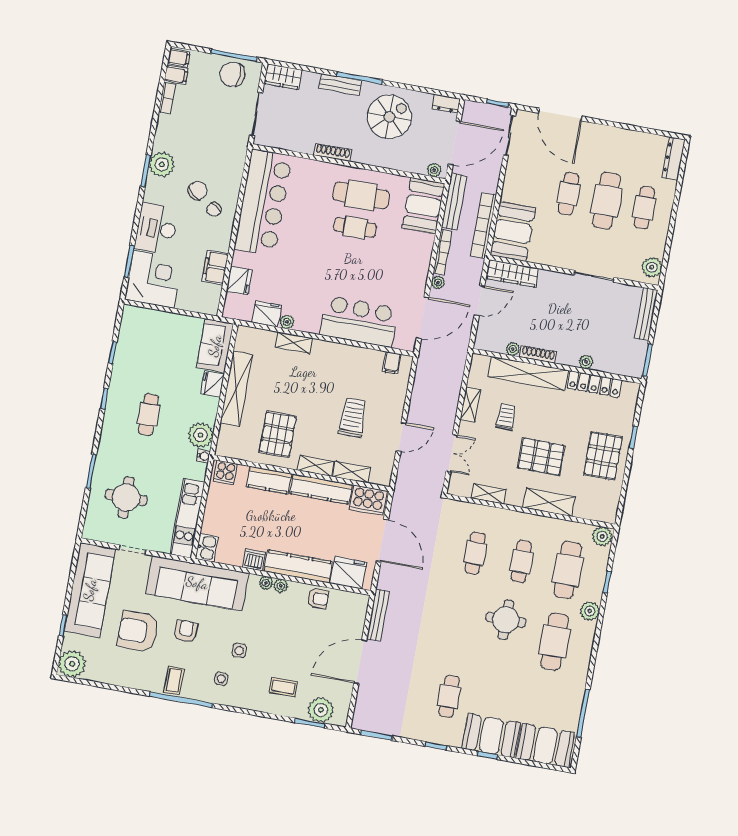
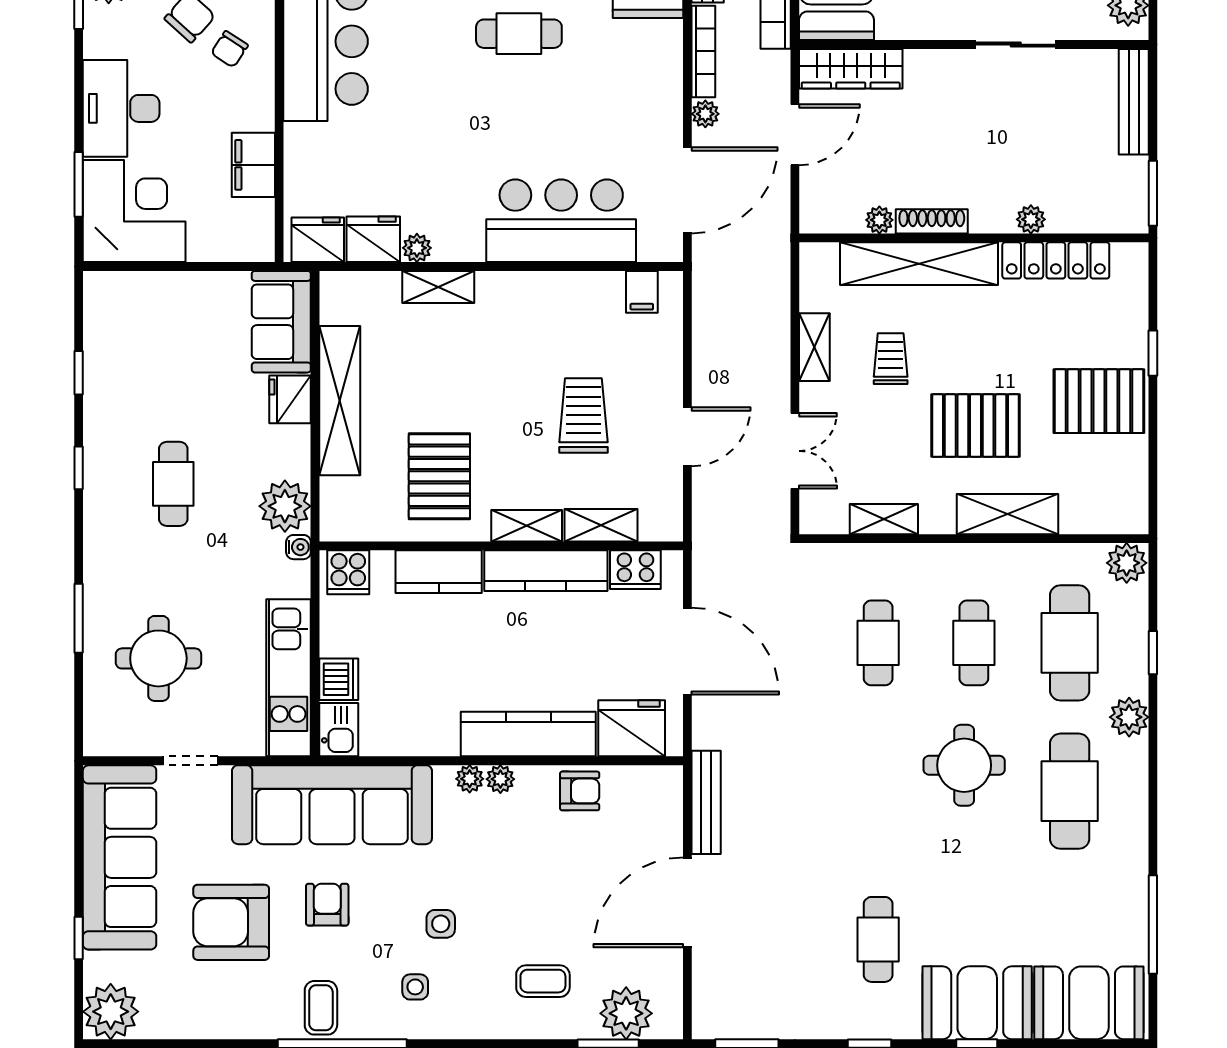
fridge: (239, 281) -> (318, 240), moved, turned -90
pallet: (603, 456) -> (1099, 401), turned 90
cooker: (368, 500) -> (635, 570), width x0.73, depth x0.76
dishwasher: (254, 560) -> (339, 679), moved, turned 90

